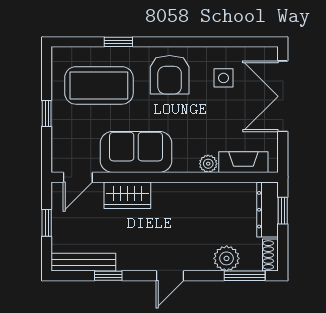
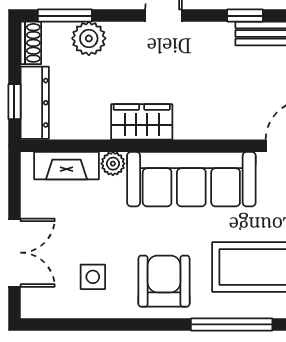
window: (118, 42) -> (232, 324), width x2.17
double door: (283, 96) -> (14, 253), width x0.73
sofa: (136, 152) -> (191, 179), width x1.36
wardrobe: (127, 195) -> (142, 122), moved

